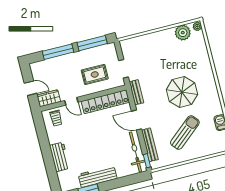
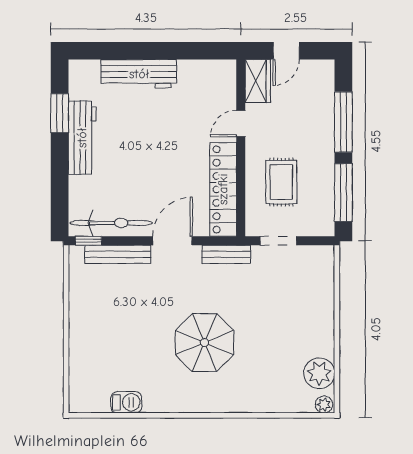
trolley: (56, 118) -> (216, 86), removed
sun lounger: (185, 133) -> (125, 328), removed
workbench: (60, 157) -> (139, 74), width x1.37

